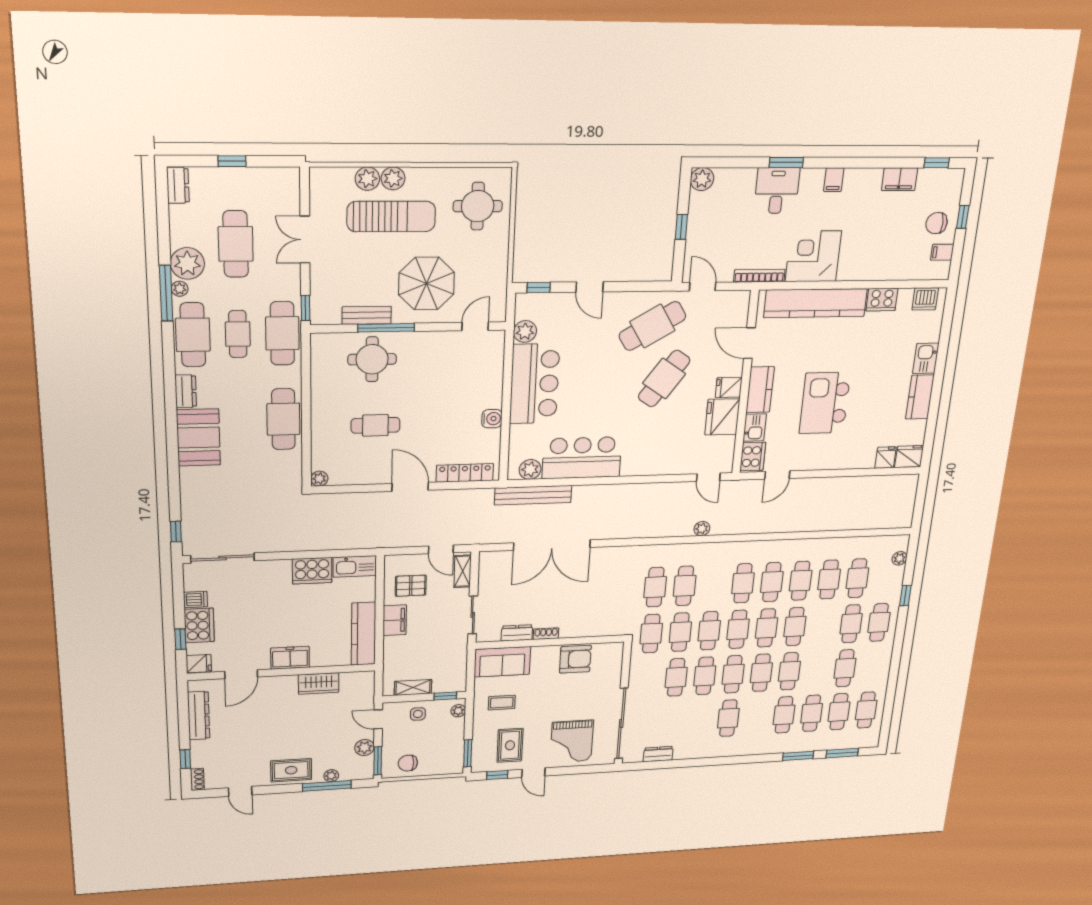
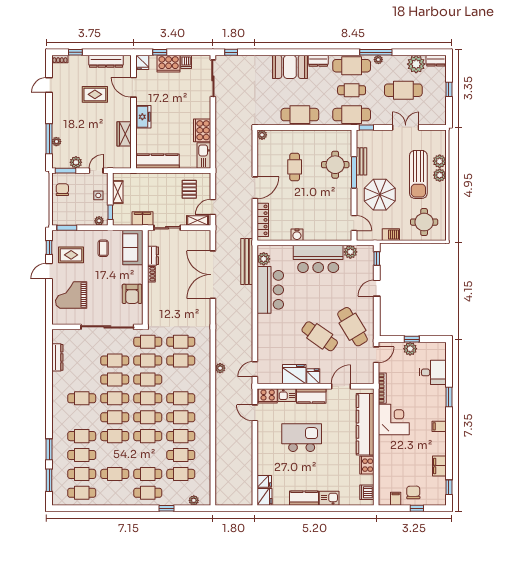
plant: (702, 179) -> (410, 349), moved
desk: (777, 191) -> (433, 372), moved
plant: (187, 263) -> (416, 64), moved
barbecue: (498, 264) -> (391, 235), added
filing cabinet: (395, 620) -> (142, 218), moved, turned 180
sliding door: (621, 723) -> (107, 327), moved
dresser: (658, 754) -> (57, 357), width x1.44
rug: (291, 770) -> (95, 94), moved, turned 90

